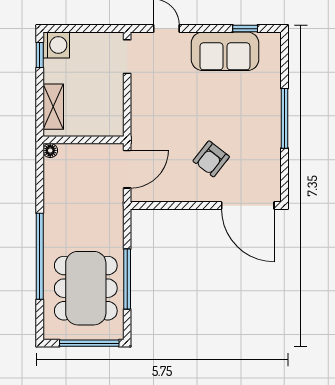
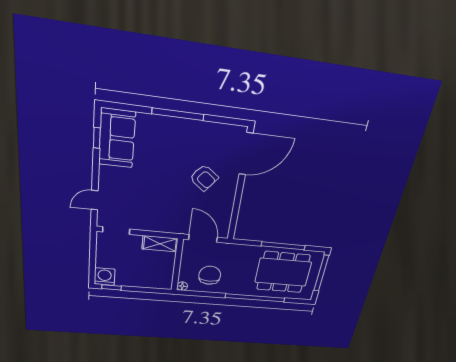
sofa: (225, 51) -> (117, 138), moved
shelving: (53, 107) -> (160, 244), moved
chair: (71, 186) -> (210, 275), added

